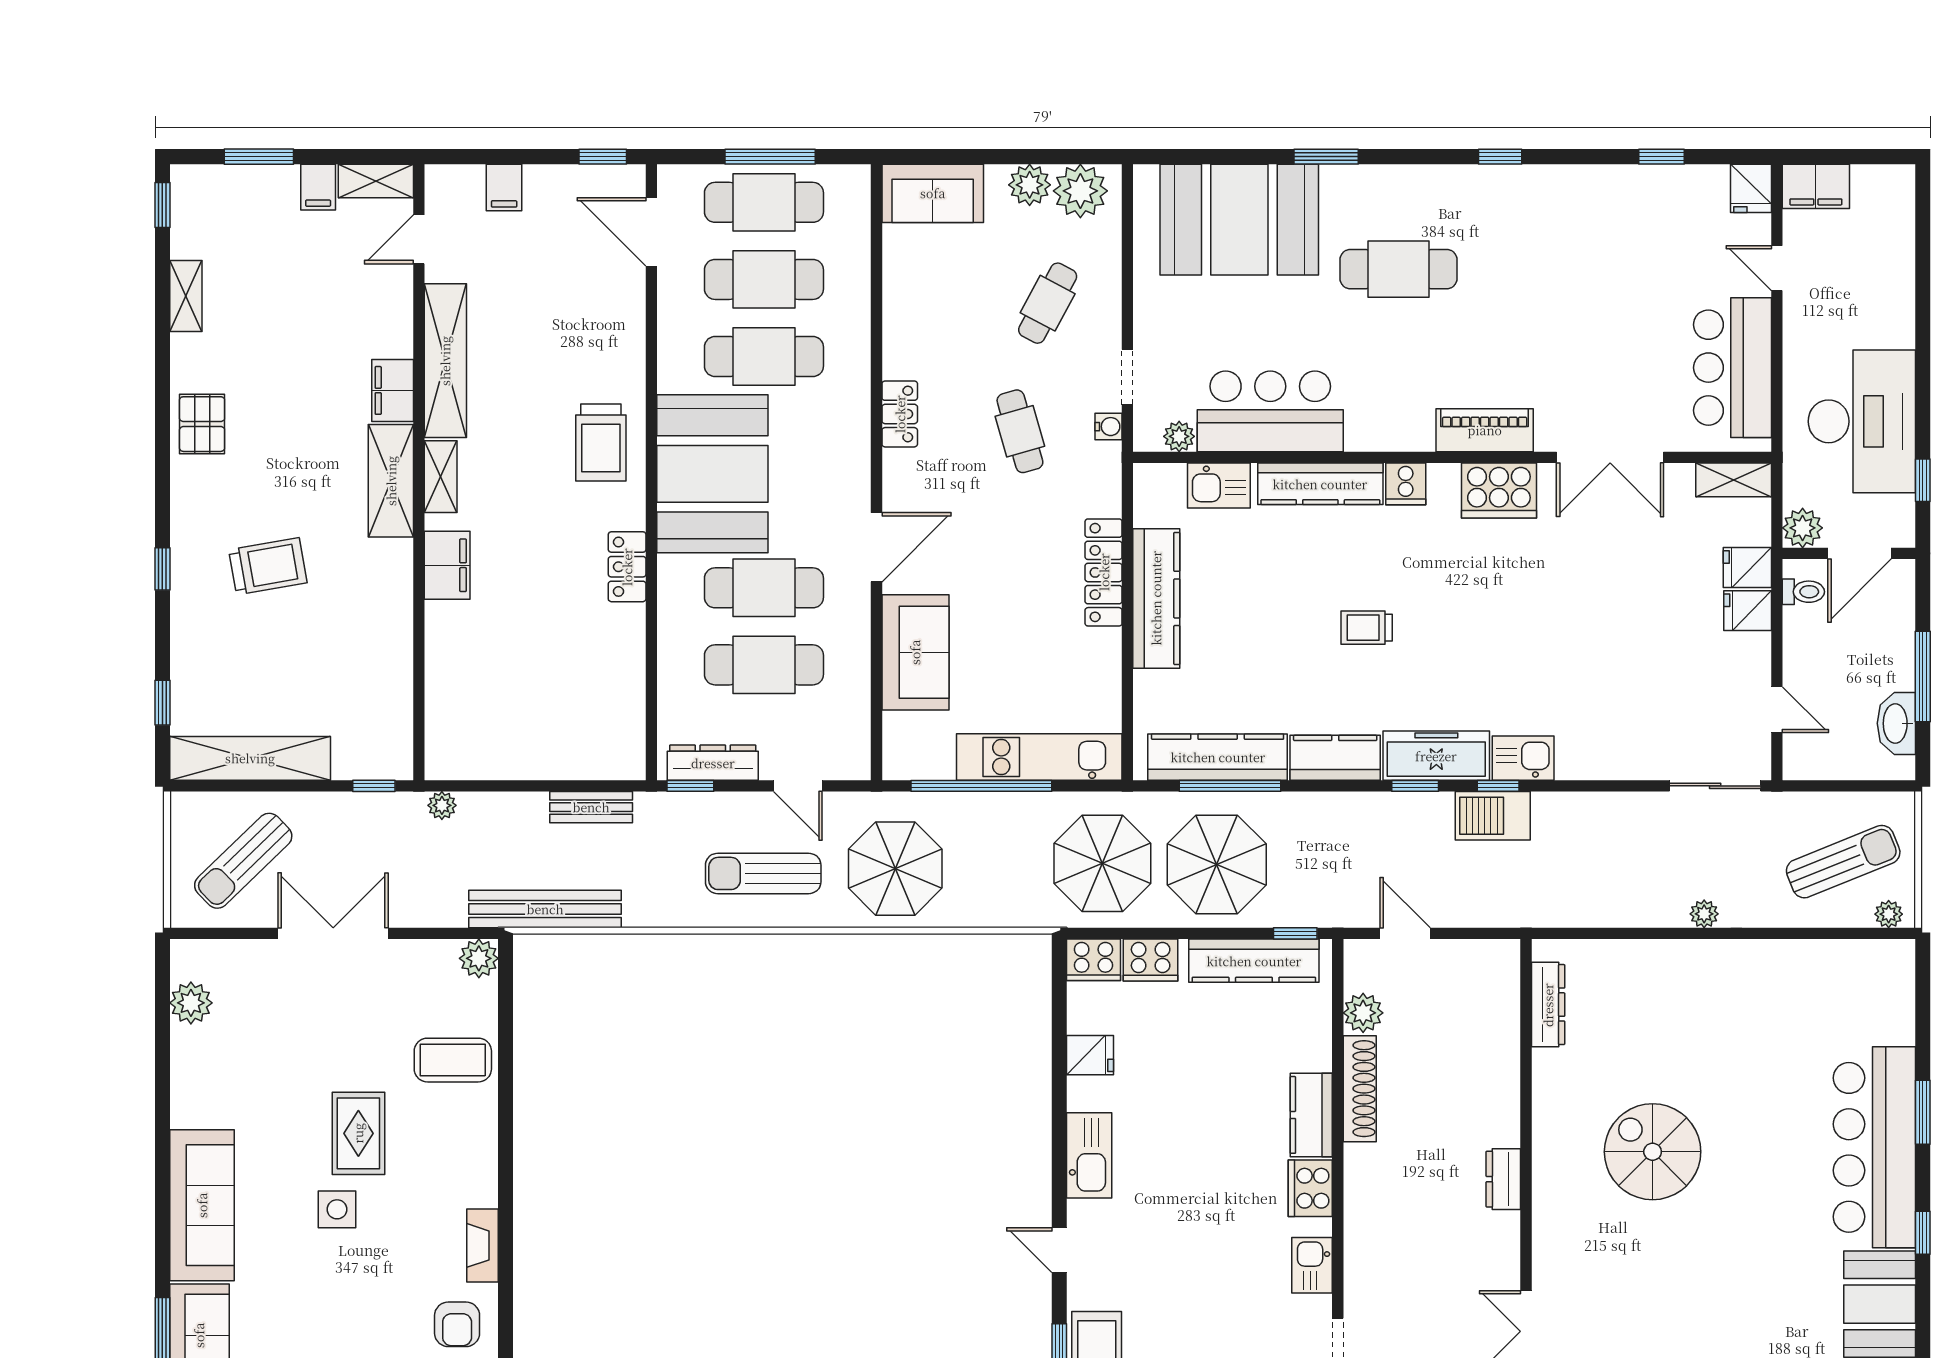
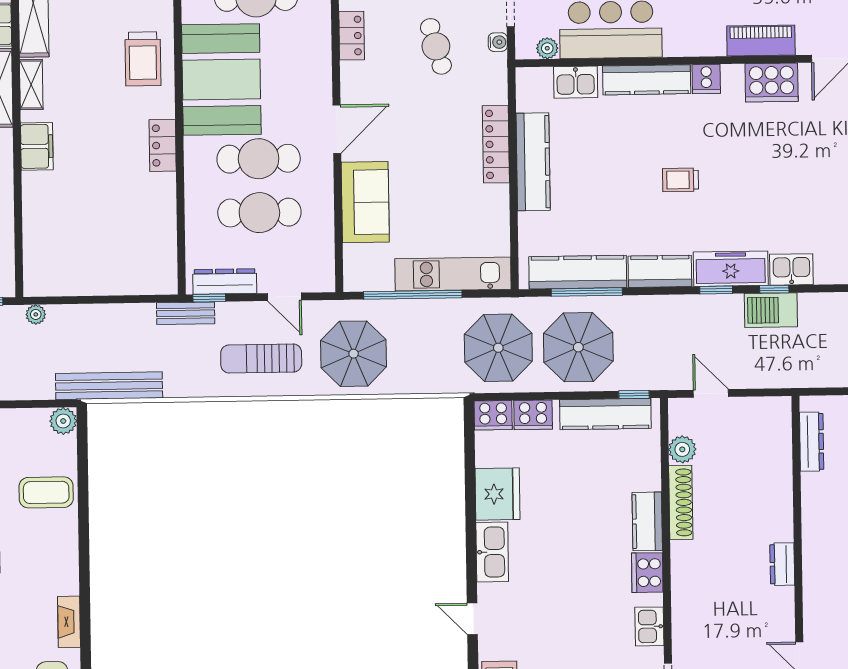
bench: (591, 807) -> (186, 313), moved
fridge: (1090, 1055) -> (498, 494), width x1.88, depth x1.34

